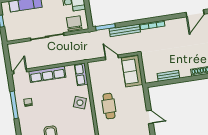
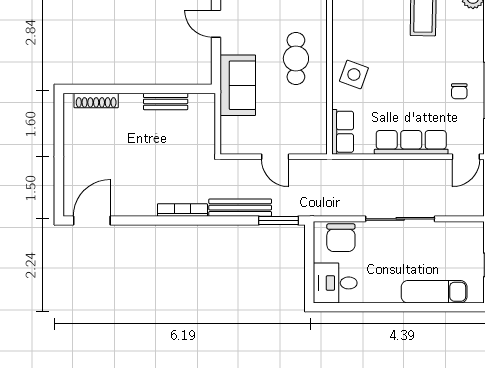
sofa: (132, 71) -> (238, 85), moved

